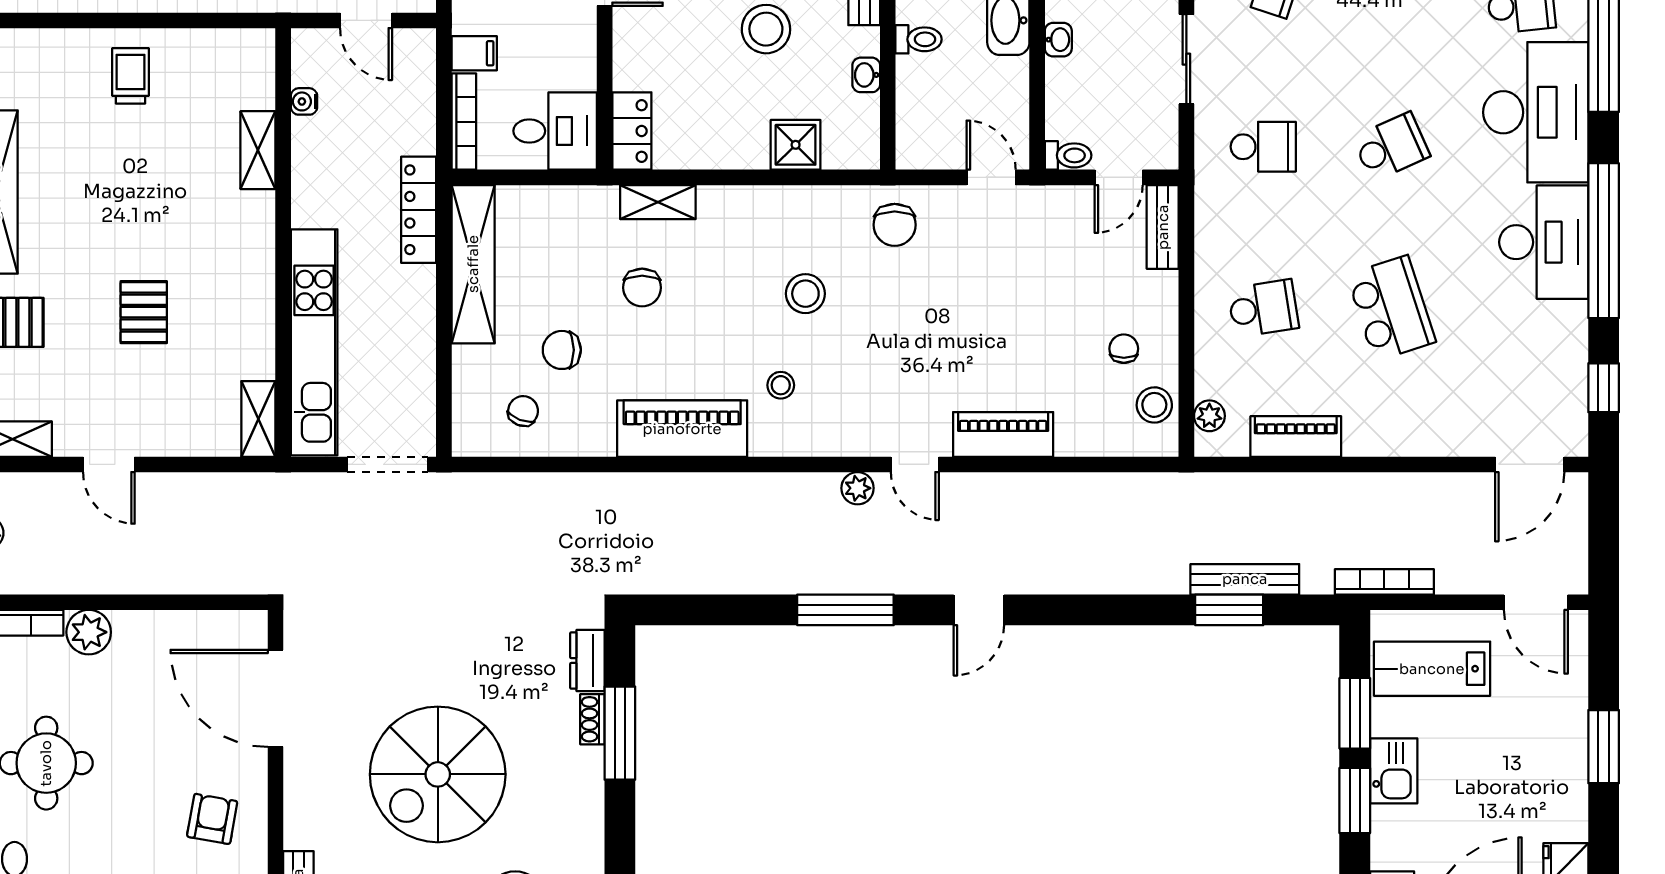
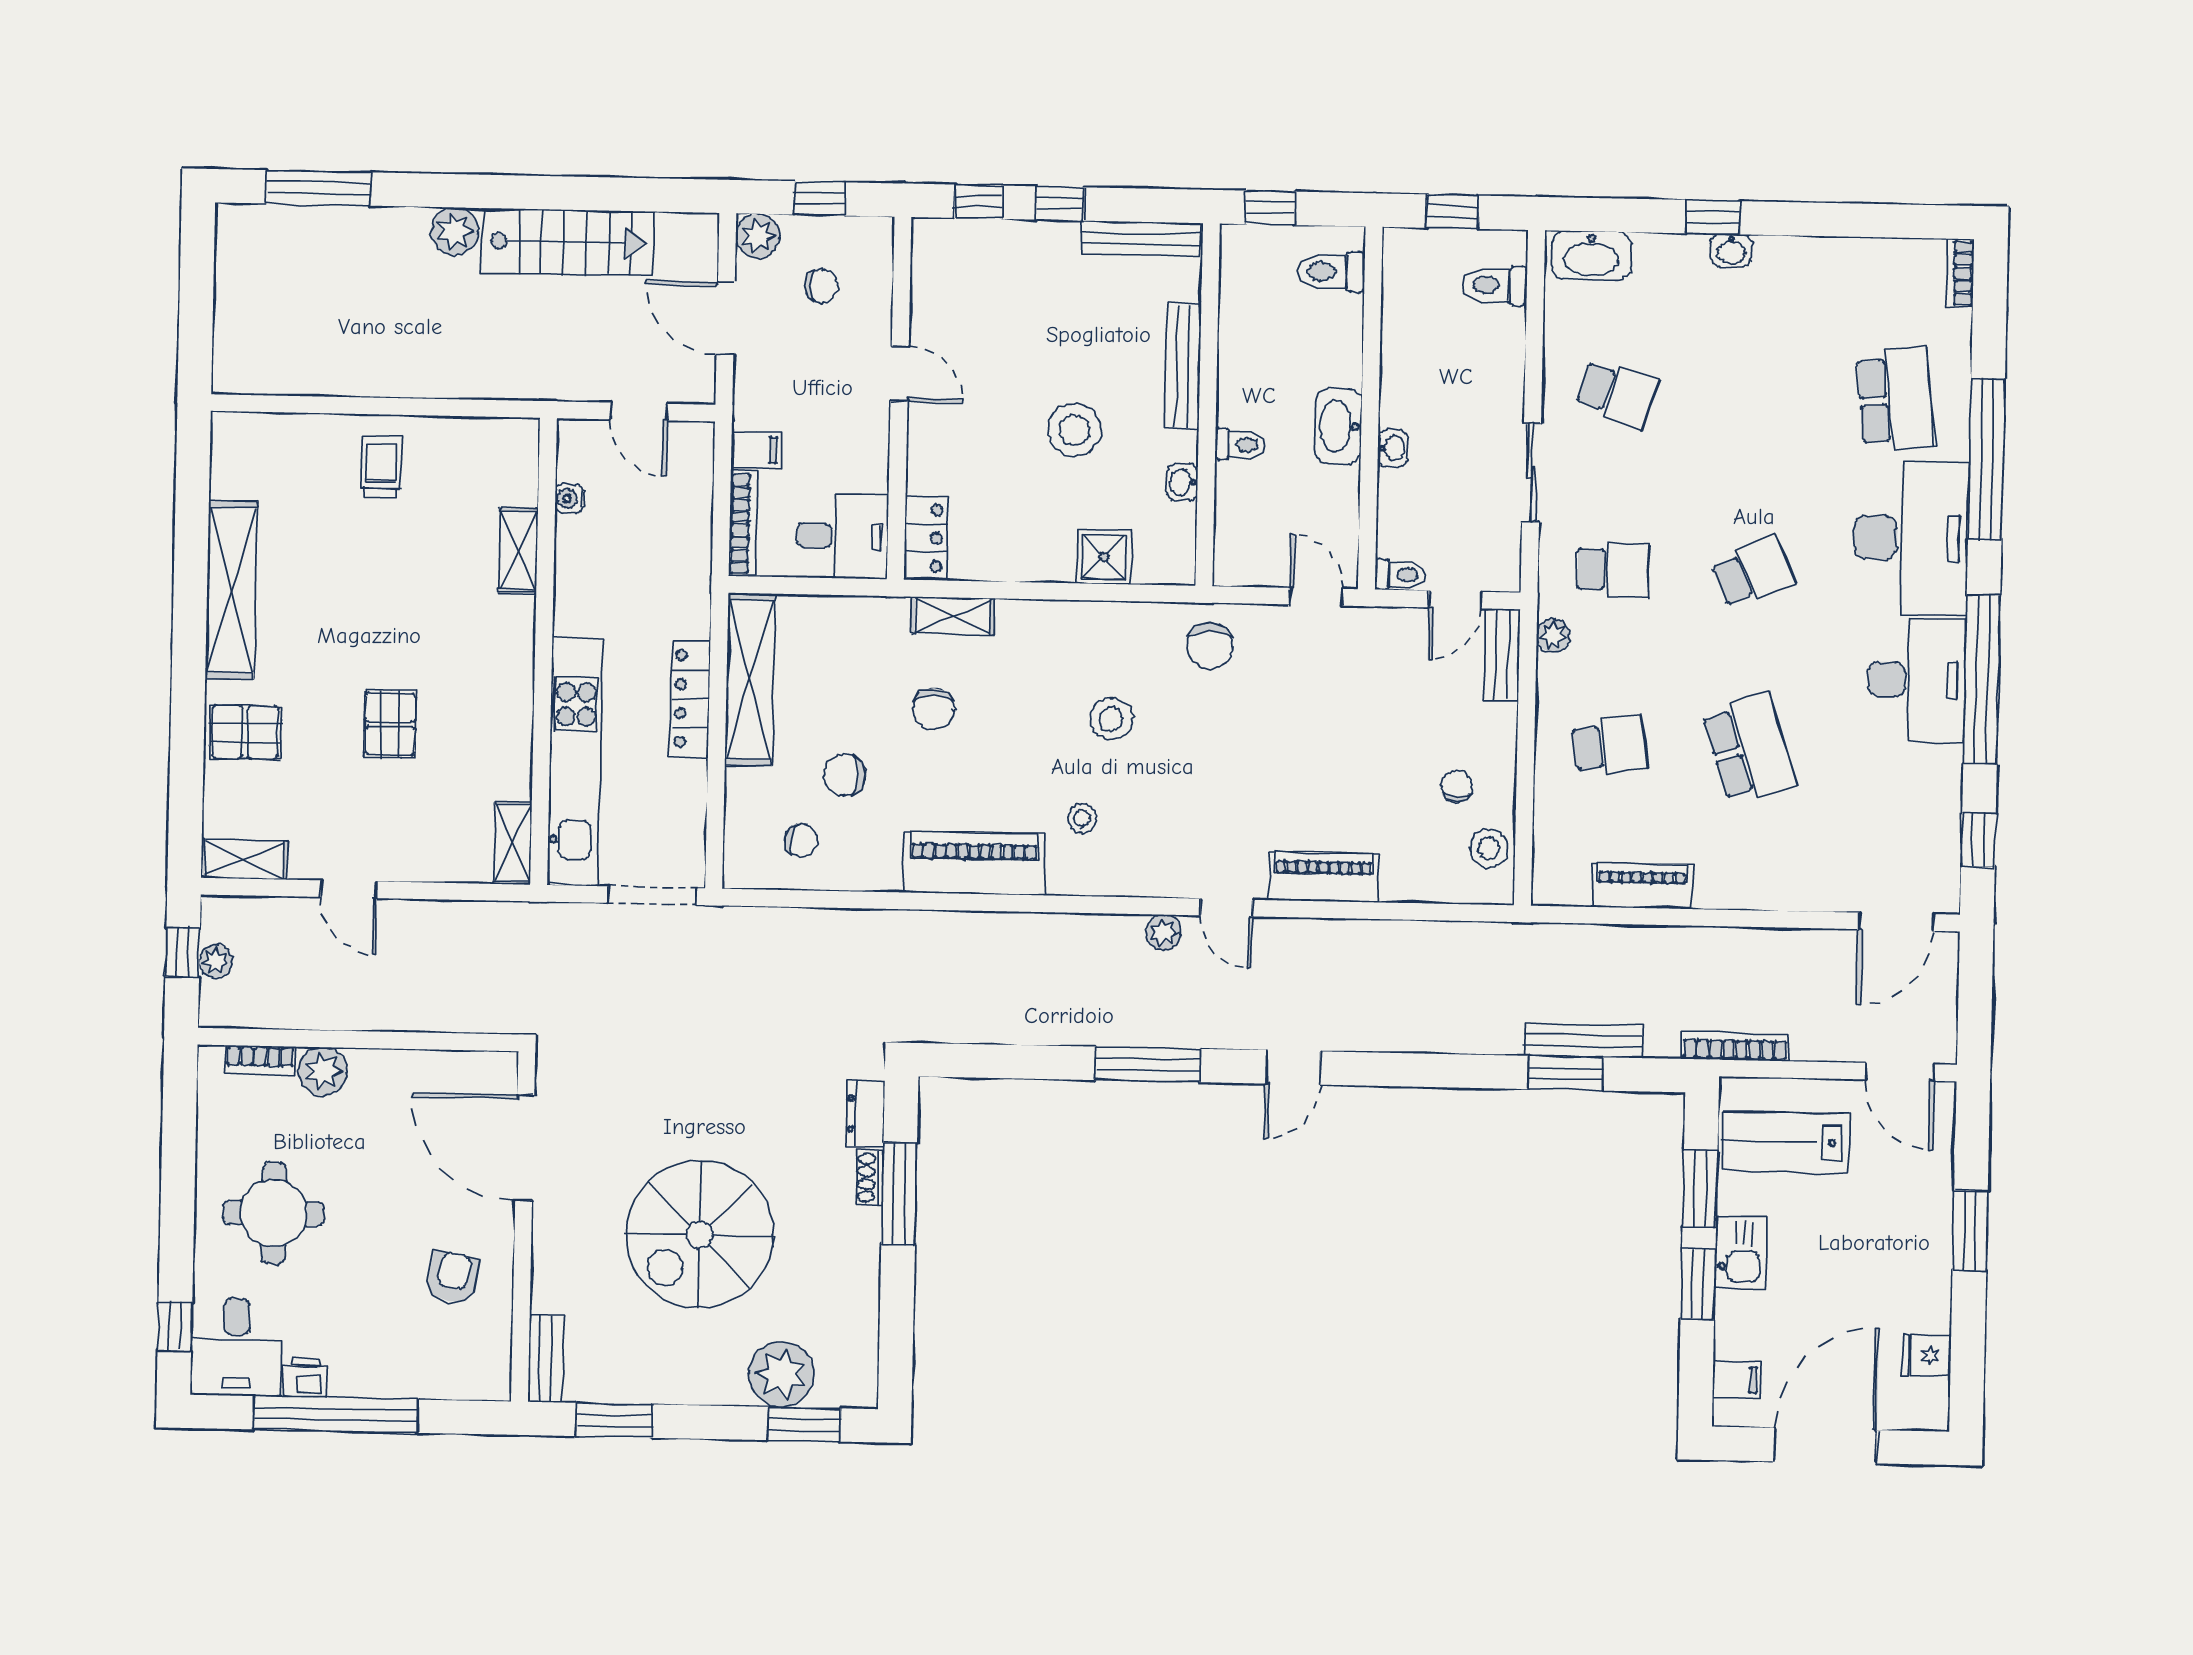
locker: (419, 210) -> (690, 699), moved
chair: (523, 411) -> (801, 840), turned 79
plant: (1209, 416) -> (1553, 635), moved

